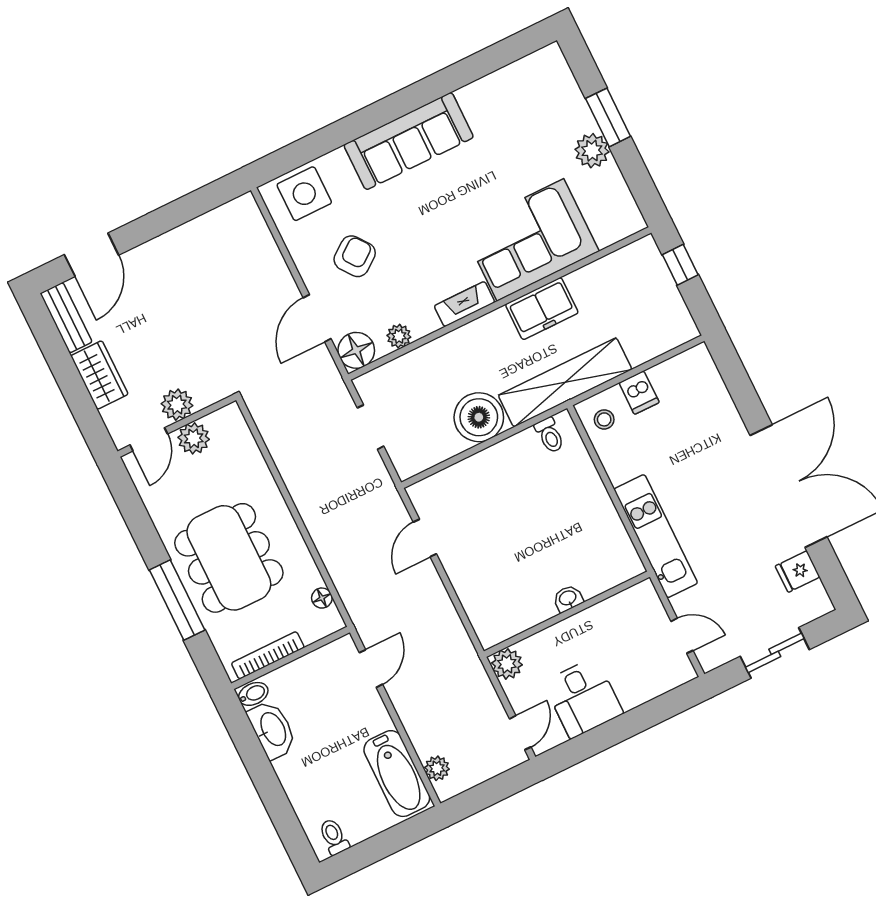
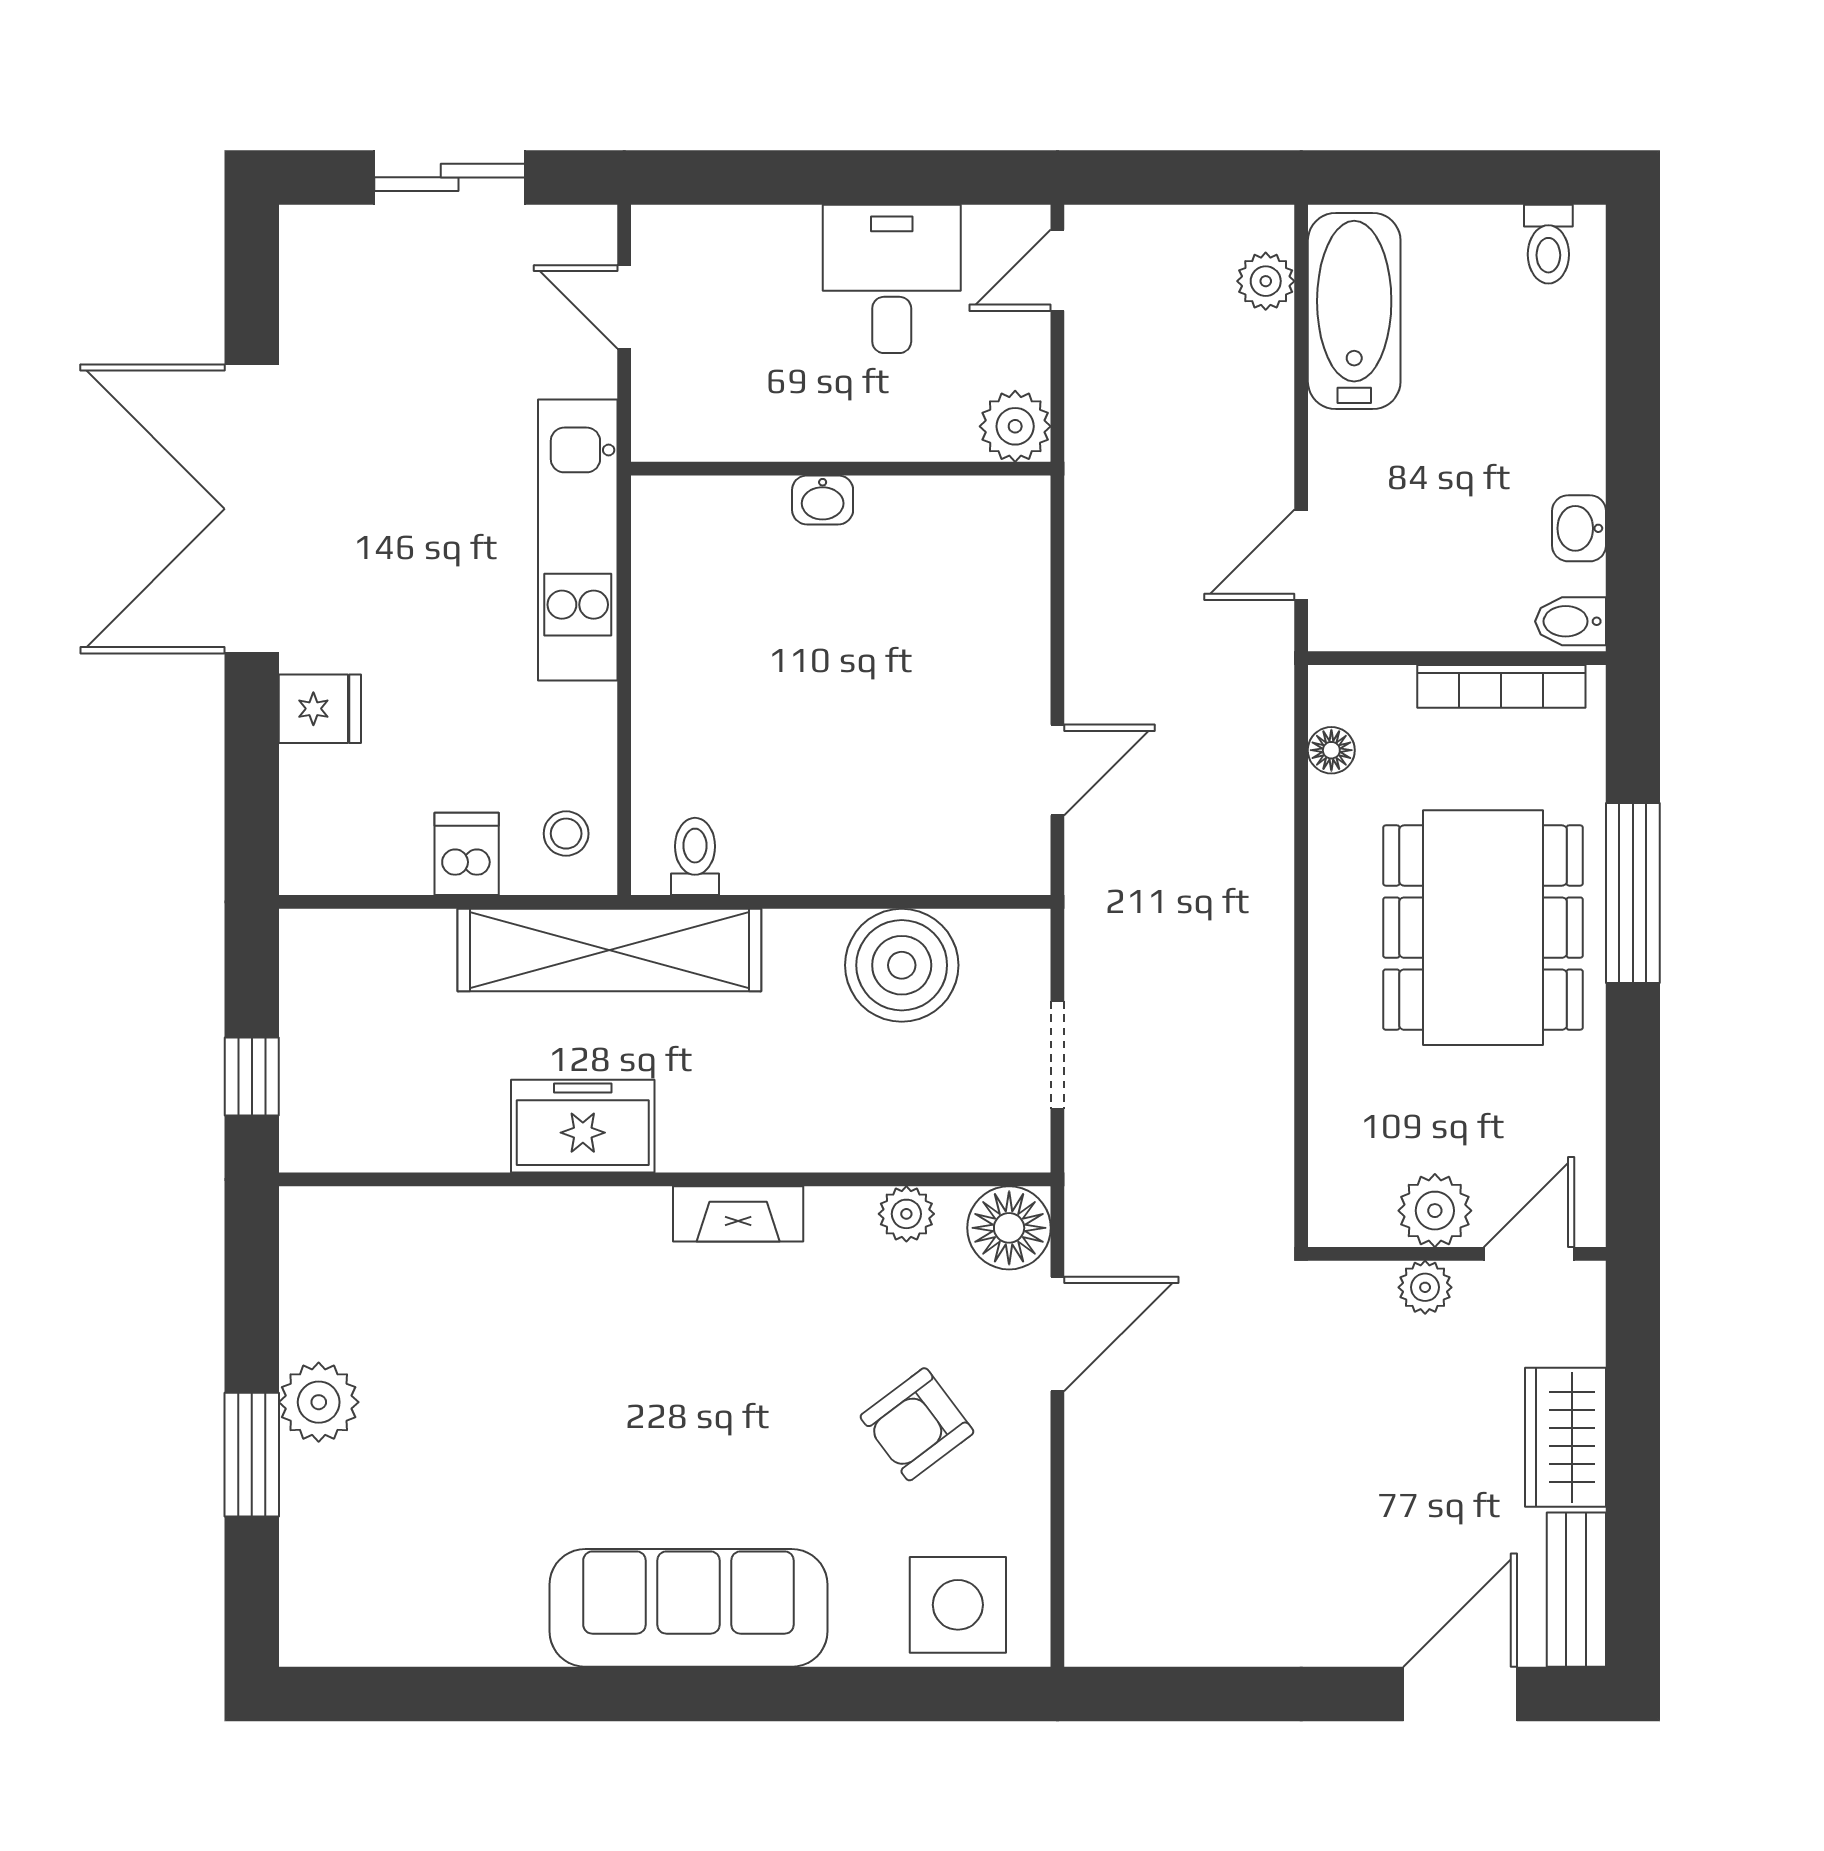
corner sofa: (530, 240) -> (537, 1280), removed
plant: (177, 405) -> (1425, 1287), width x0.73, depth x0.73
boiler: (479, 417) -> (902, 965), moved
fridge: (798, 571) -> (320, 709), moved
washbasin: (272, 729) -> (1579, 528), width x0.52, depth x0.69

